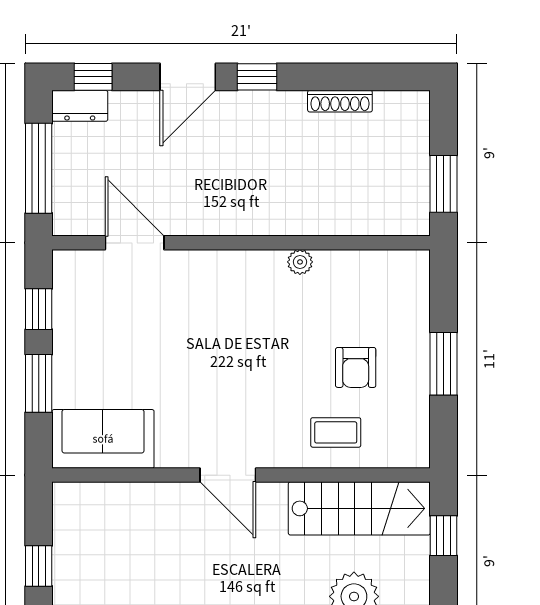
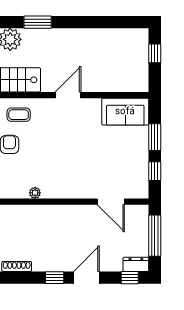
door: (228, 475) -> (68, 95), hinge flipped

